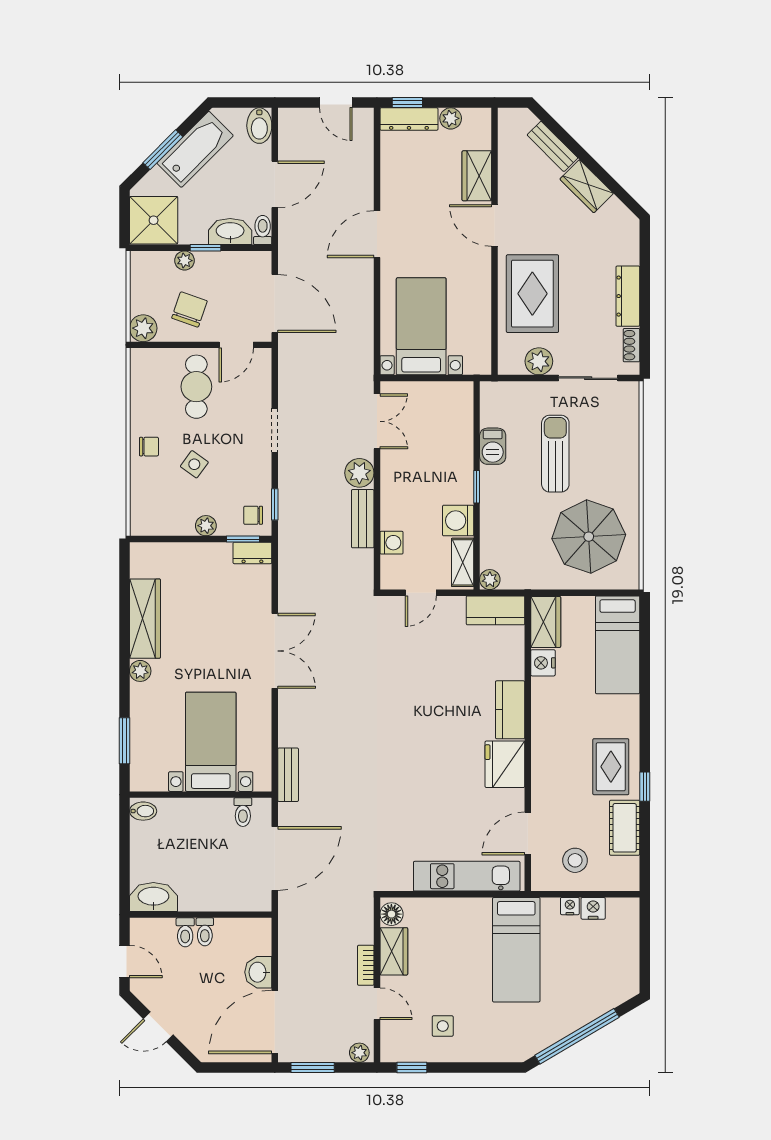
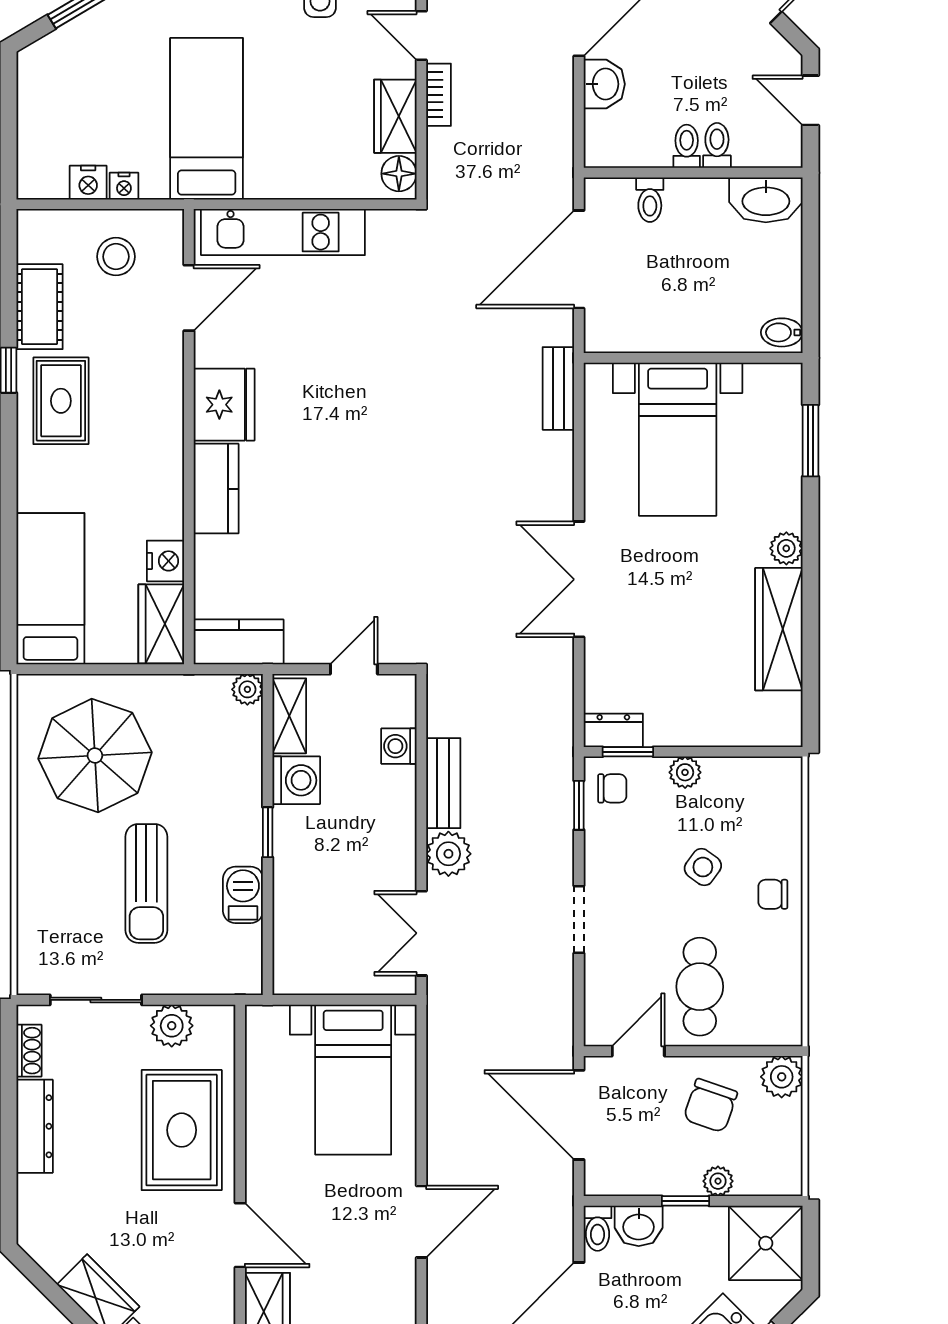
washbasin: (230, 232) -> (639, 1226), width x0.72
toilet: (243, 812) -> (650, 200), moved, turned 180

